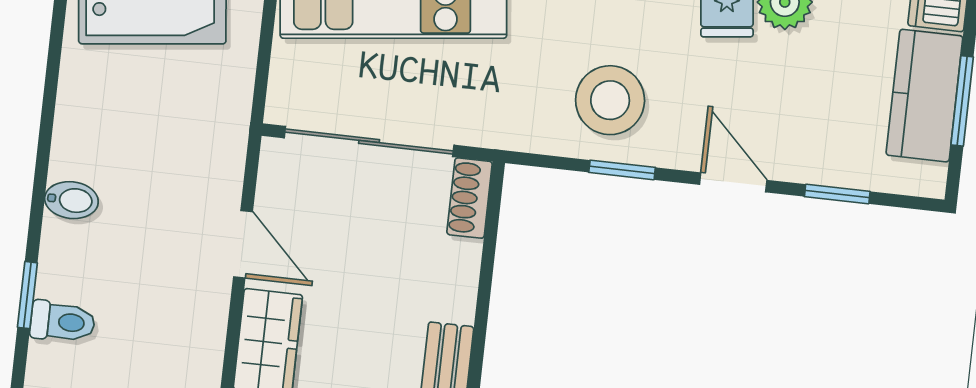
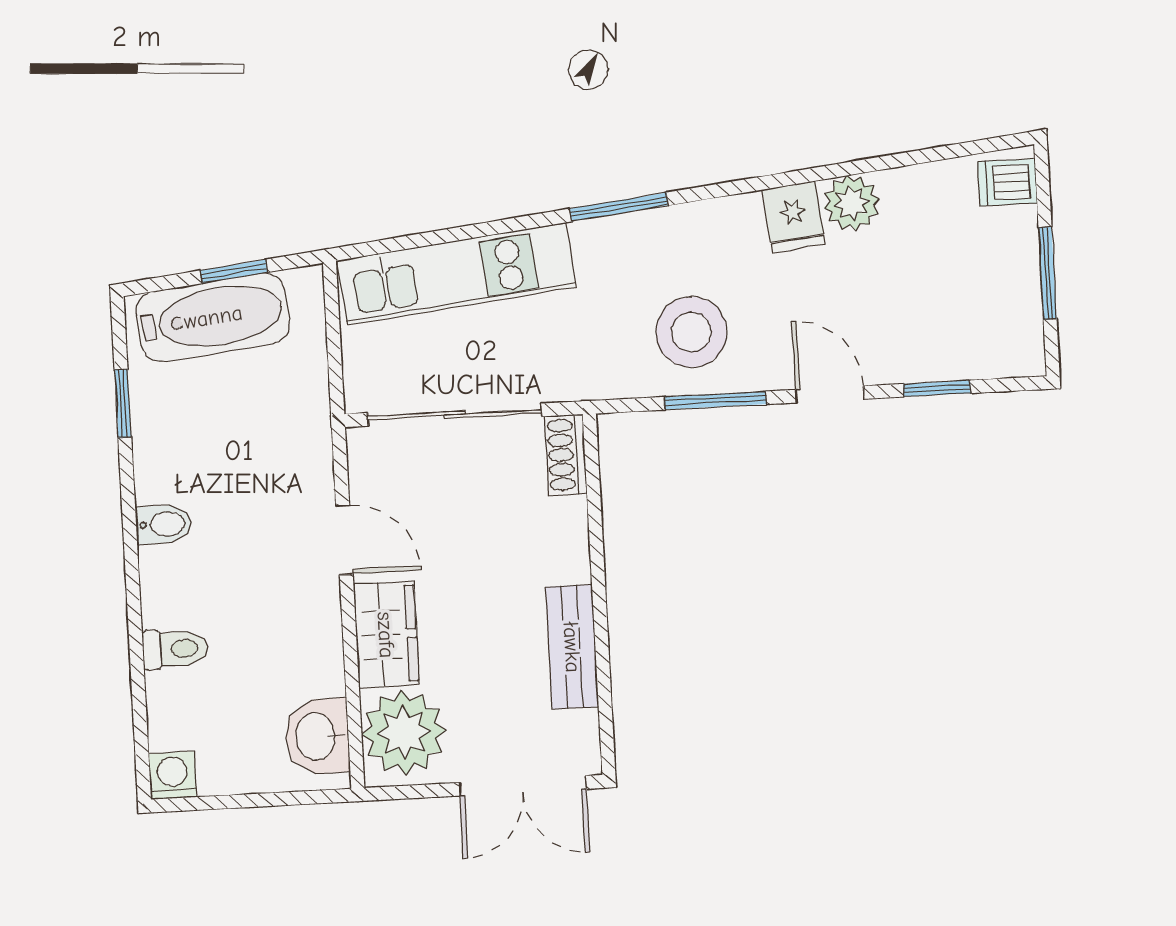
kitchen counter: (924, 96) -> (1009, 274), removed
window: (622, 170) -> (715, 401), width x1.50
window: (27, 295) -> (123, 403), moved

